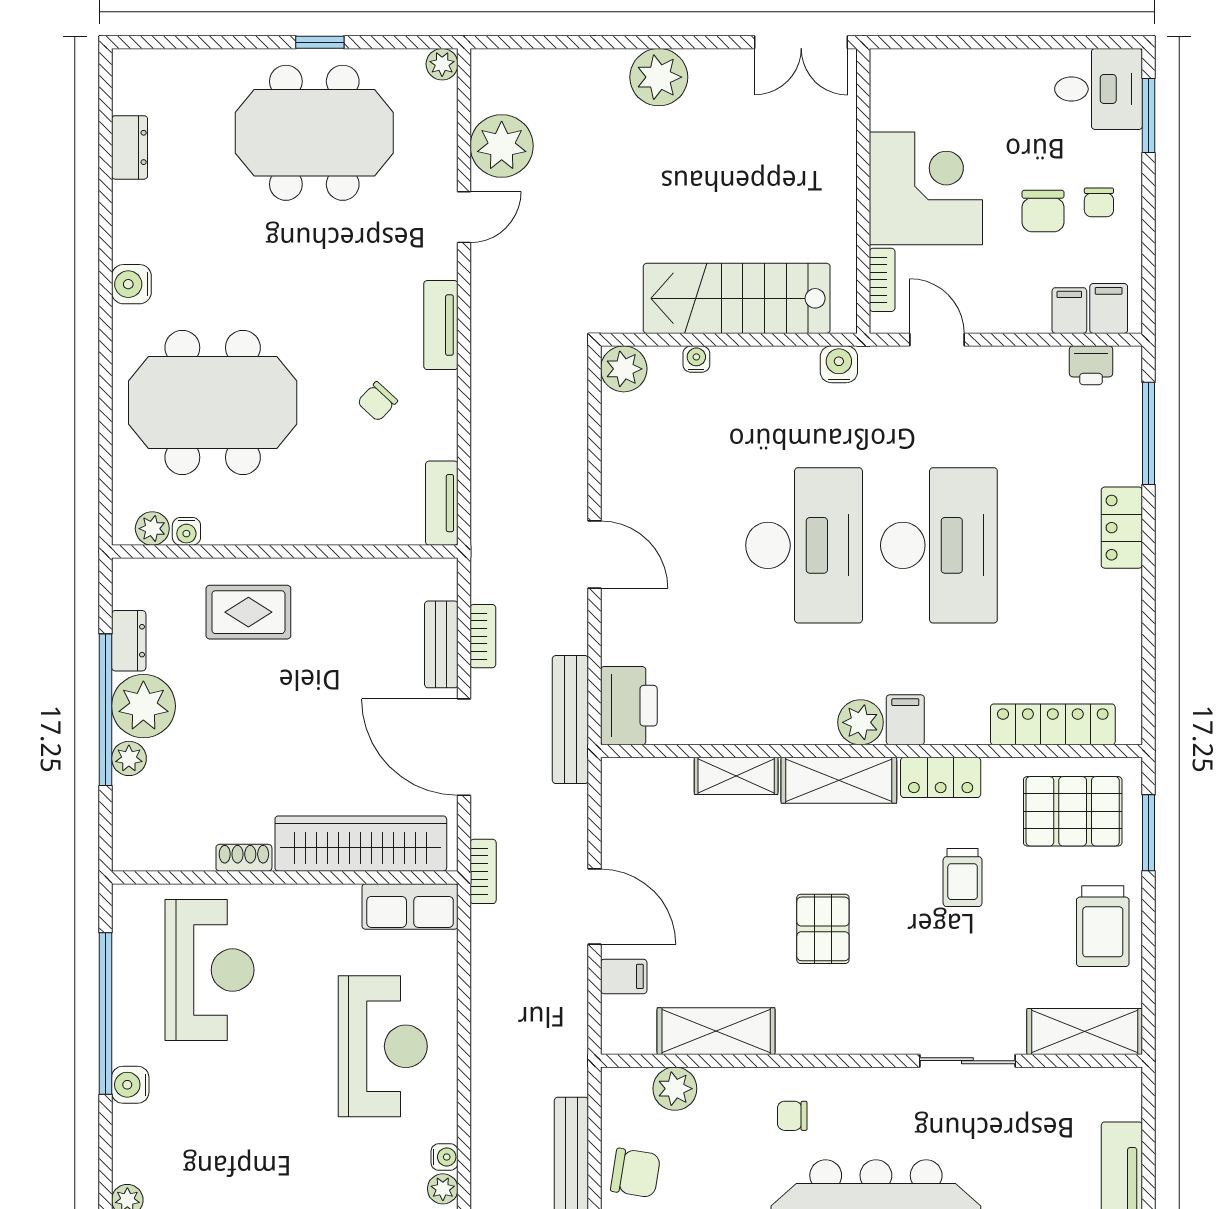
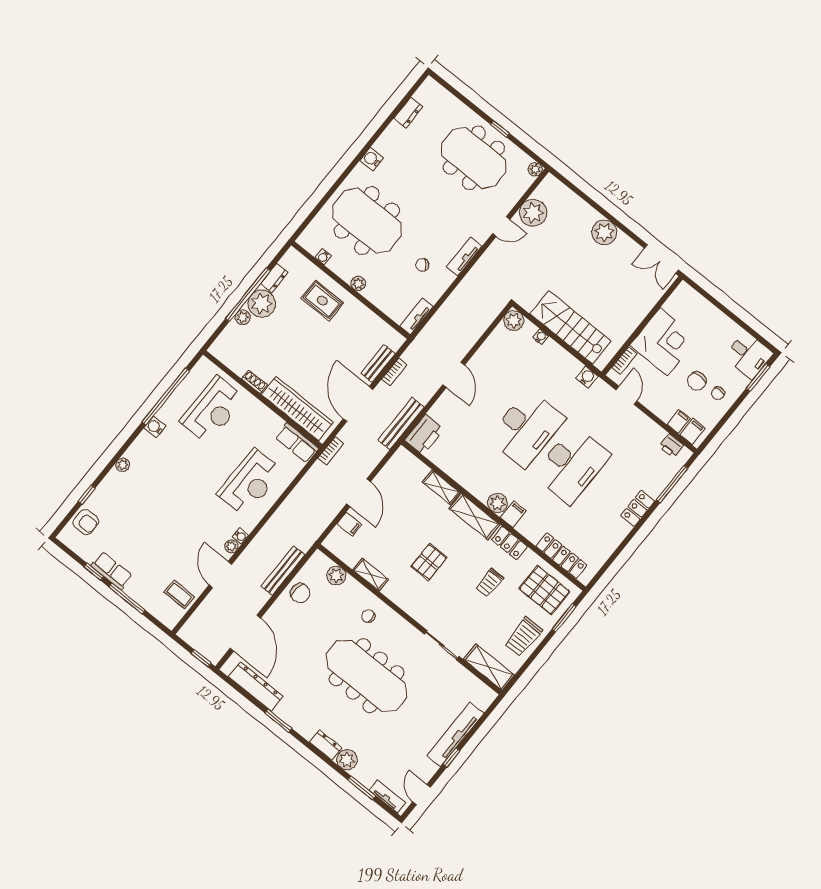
plant: (152, 529) -> (358, 283), moved
shelving: (716, 1031) -> (371, 575), width x0.67, depth x0.75

